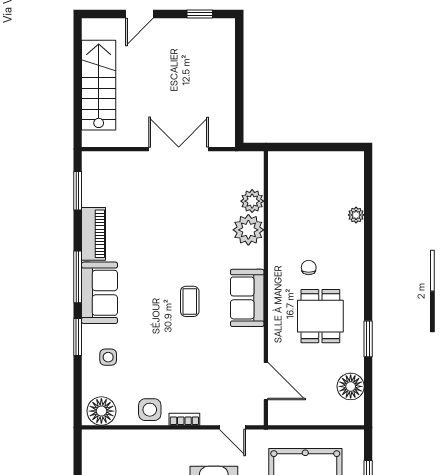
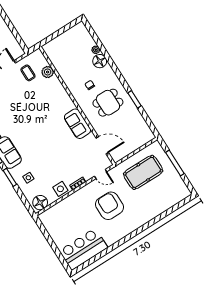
plant: (248, 230) -> (54, 85), removed
sofa: (247, 298) -> (77, 124), moved
coffee table: (190, 301) -> (28, 73), moved
dining table: (320, 316) -> (108, 103), turned 90
floor lamp: (351, 386) -> (100, 61), moved

